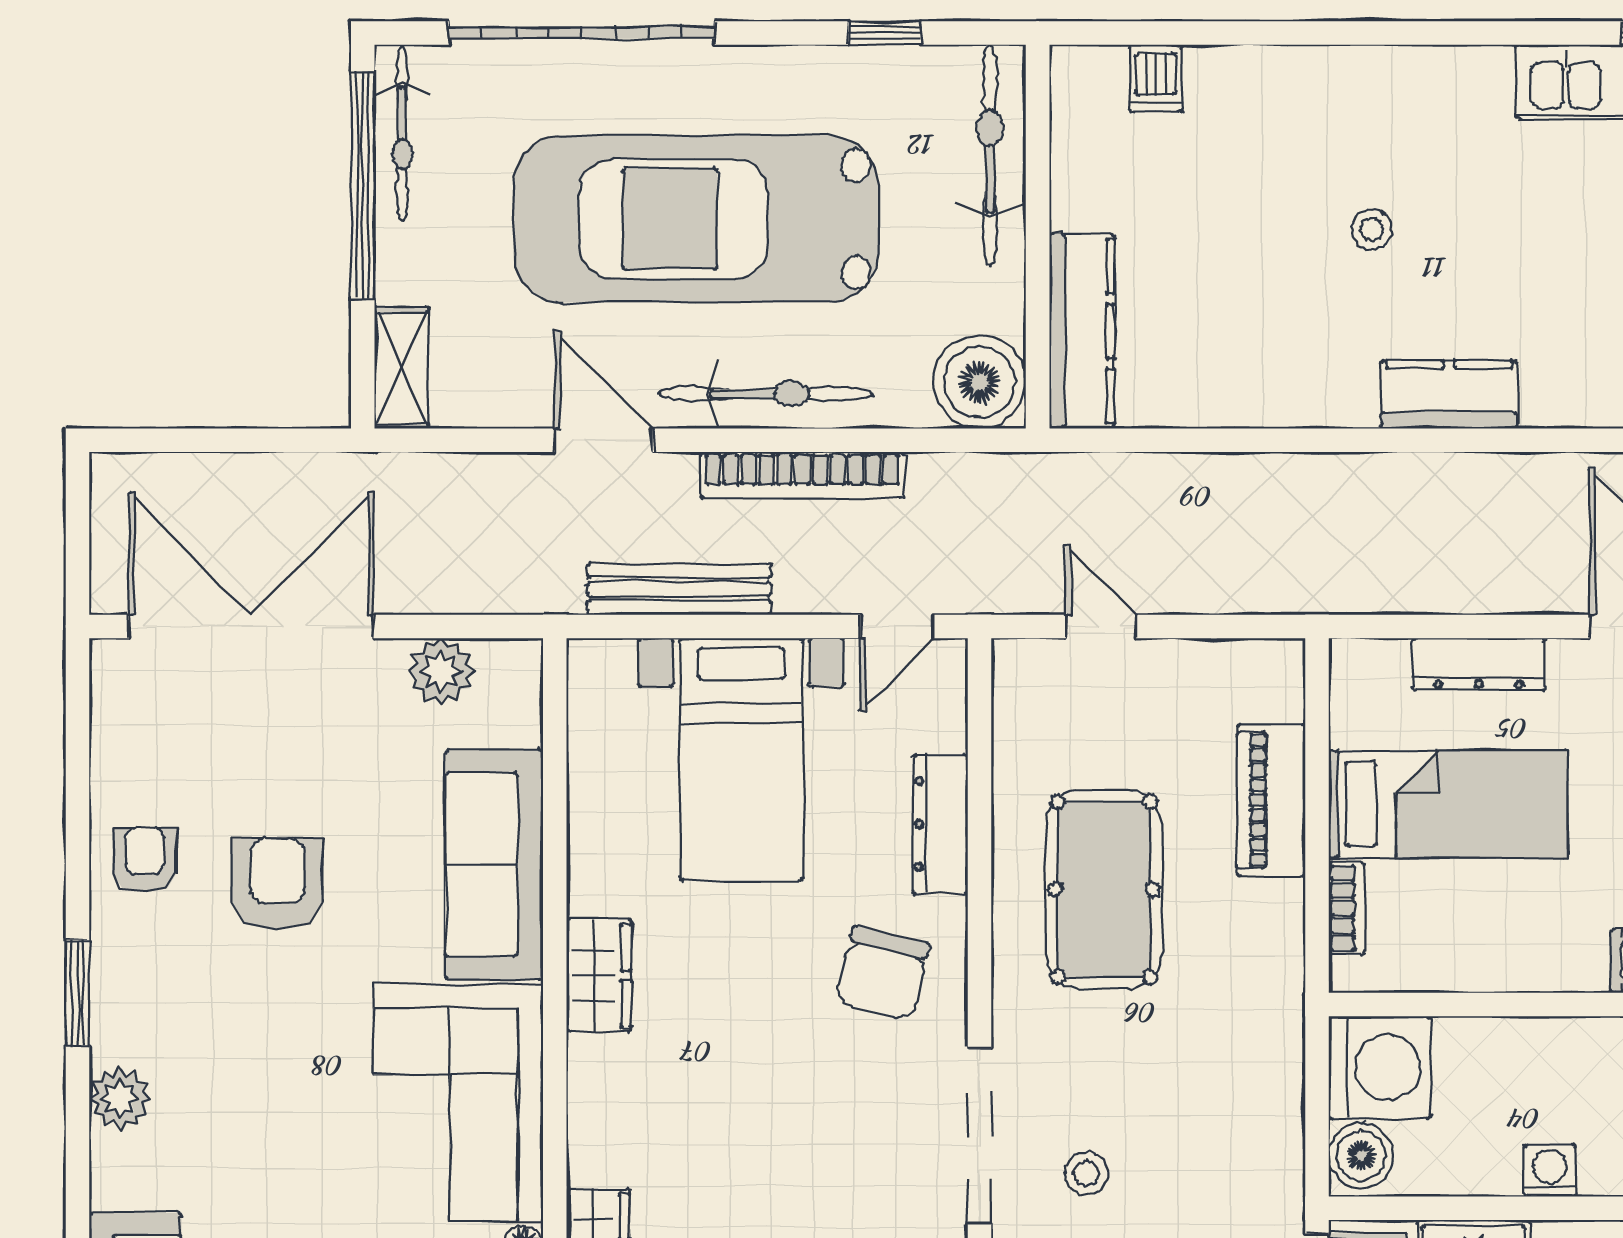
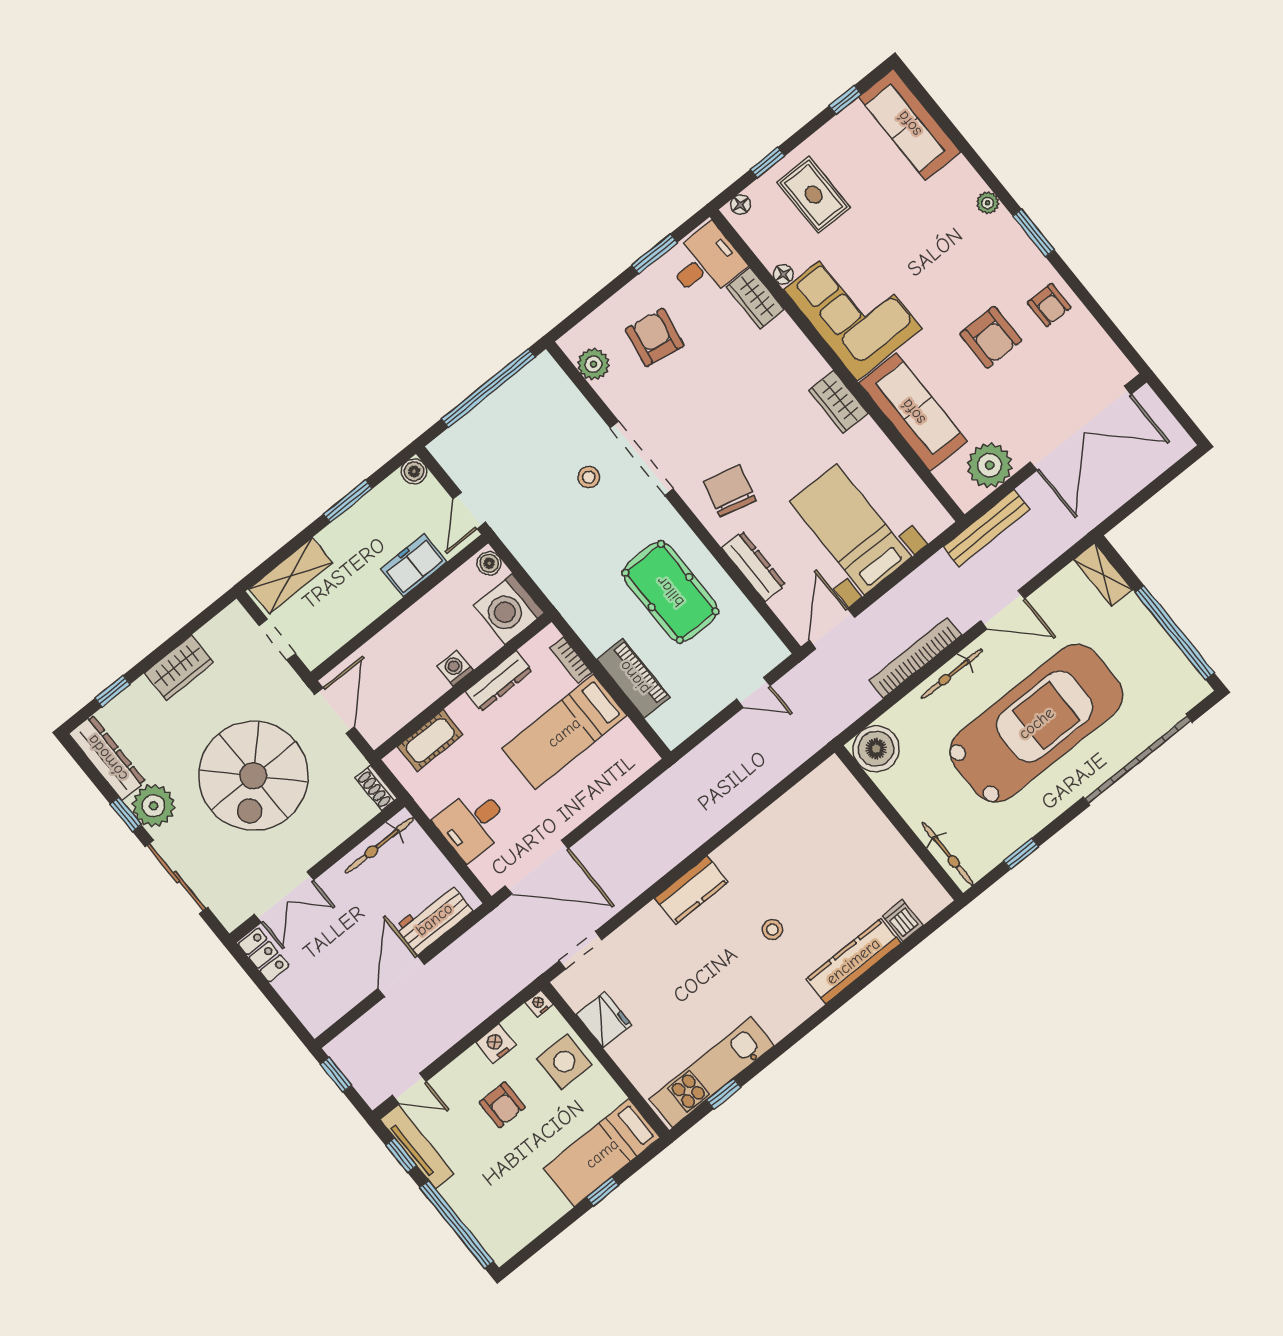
bicycle: (402, 133) -> (1176, 665), removed
bicycle: (990, 155) -> (948, 854), width x0.73, depth x0.71
kitchen counter: (1082, 331) -> (853, 961), moved, turned 90
bicycle: (766, 394) -> (952, 674), width x0.73, depth x0.71
bench: (679, 589) -> (986, 528), moved
door: (897, 626) -> (832, 629), width x1.38
dresser: (1479, 664) -> (499, 681), moved, turned 180
plant: (441, 671) -> (990, 465), width x1.36, depth x1.36
plant: (120, 1098) -> (988, 203), width x0.73, depth x0.73
boiler: (1361, 1156) -> (489, 563), width x0.73, depth x0.73
washing machine: (1550, 1171) -> (455, 668), moved, turned 180

